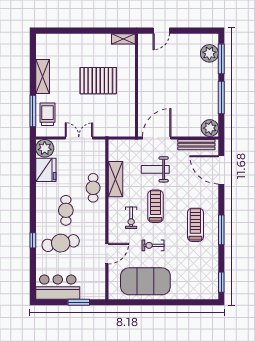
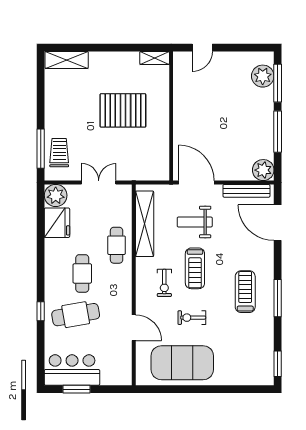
shelving: (43, 77) -> (67, 60), moved, turned 90
door: (157, 138) -> (196, 182), hinge flipped
shelving: (115, 179) -> (145, 224), width x1.47
treadmill: (155, 206) -> (195, 268), turned 180
door: (107, 254) -> (134, 328), hinge flipped
window: (79, 302) -> (76, 389), moved

